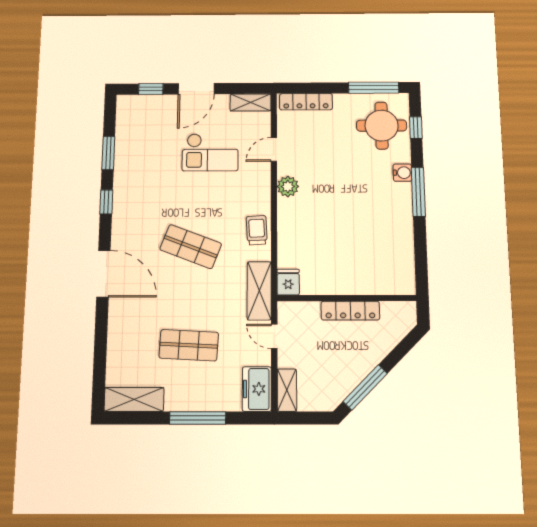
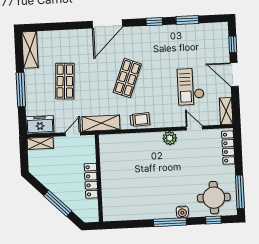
fridge: (288, 282) -> (107, 141), removed
window: (365, 387) -> (58, 203), moved

